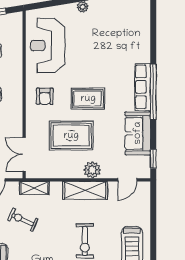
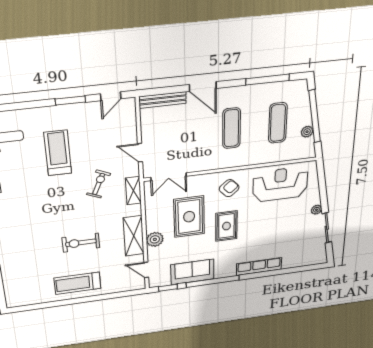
row of seats: (143, 87) -> (259, 267), moved
window: (153, 92) -> (213, 281), moved
armchair: (45, 96) -> (229, 188), turned 138
double door: (24, 154) -> (169, 177), swing flipped

